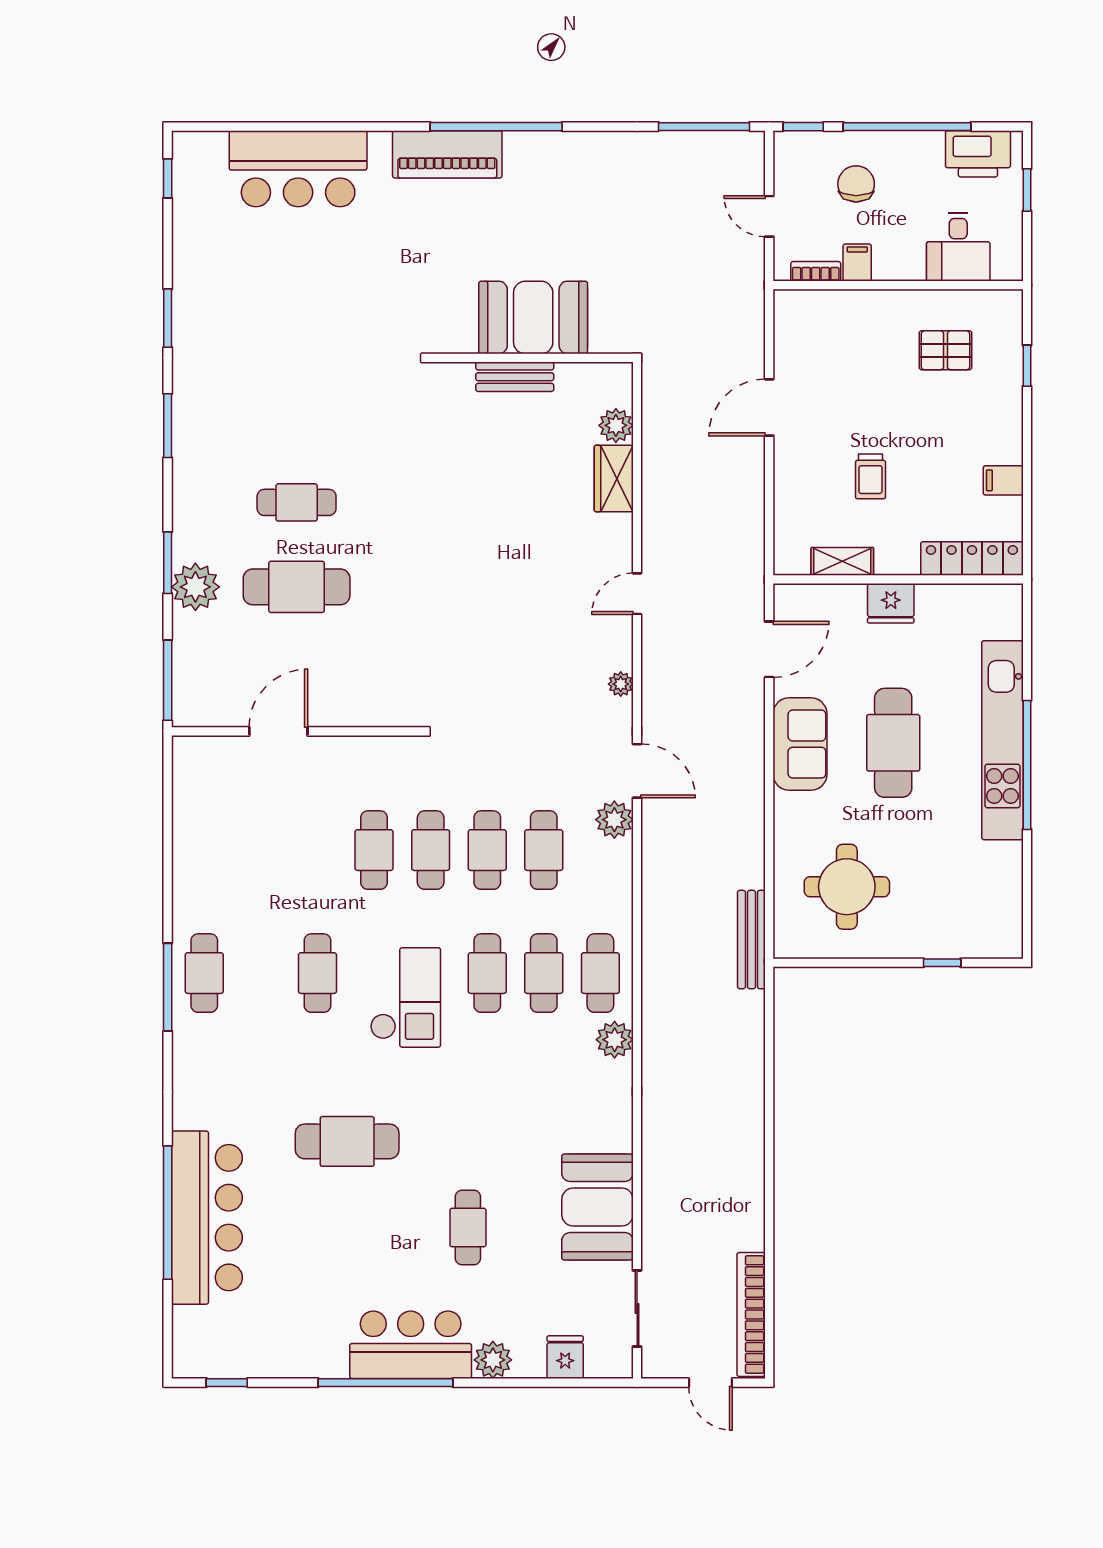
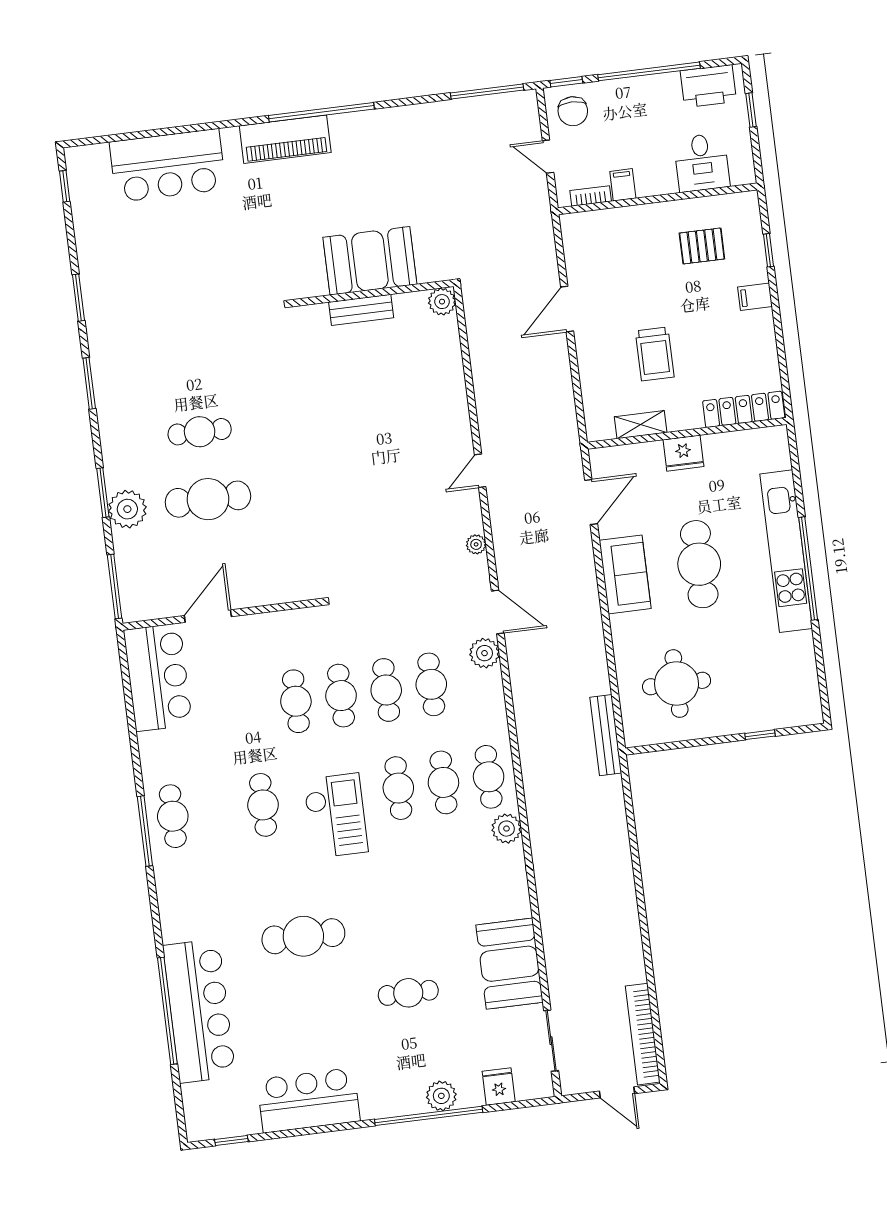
chair: (856, 184) -> (573, 111), moved, turned 180
plant: (616, 425) -> (442, 302), moved
trolley: (870, 476) -> (655, 354), width x1.36, depth x1.39
wardrobe: (614, 479) -> (450, 381), removed
filing cabinet: (1003, 480) -> (755, 297), moved
bar counter: (207, 799) -> (158, 677), added
cafe table: (468, 1227) -> (408, 993), turned 90
bar counter: (411, 1345) -> (308, 1100), moved
window: (385, 1383) -> (429, 1116), moved

